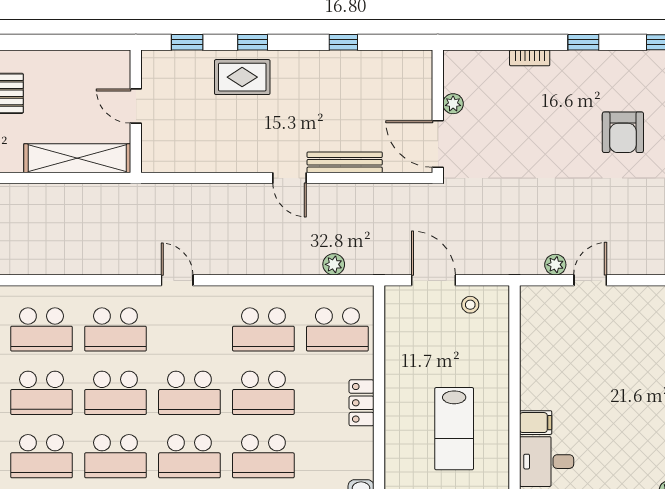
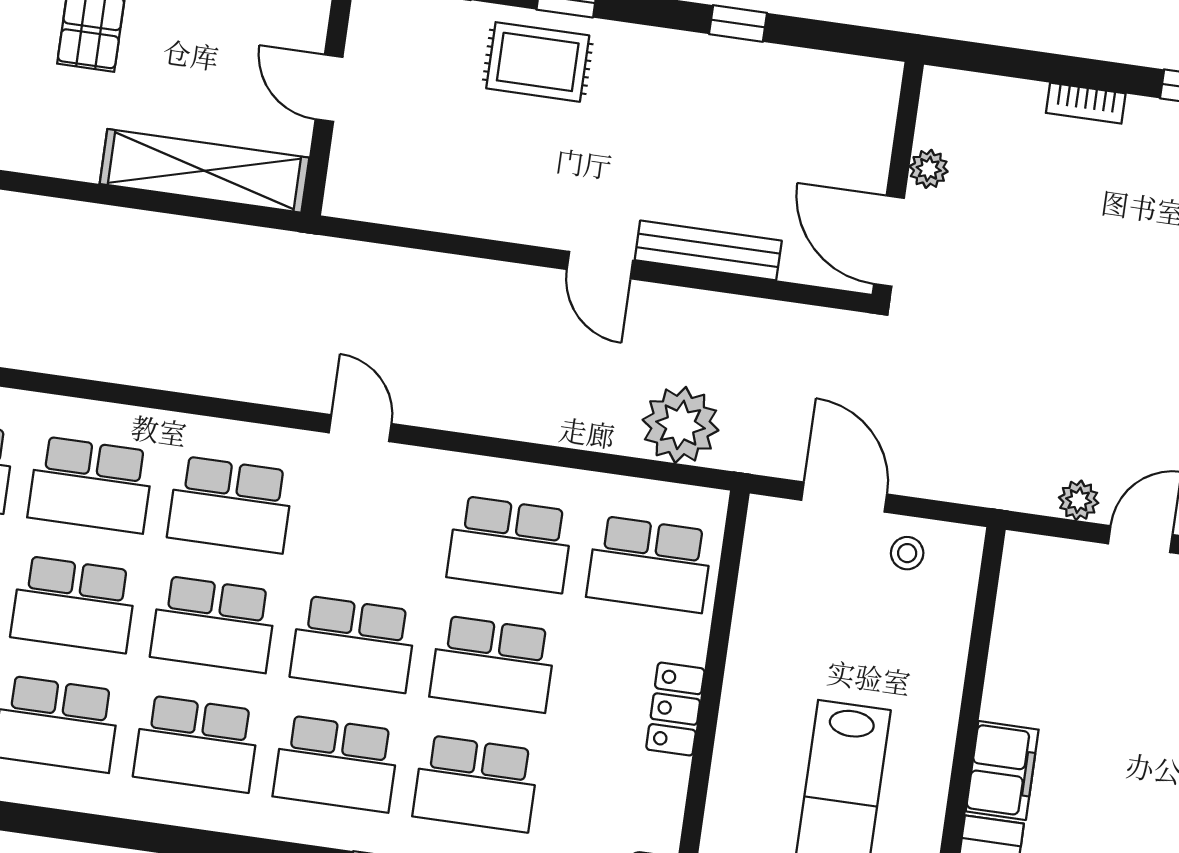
plant: (334, 264) -> (680, 425), width x1.87, depth x1.87
filing cabinet: (536, 423) -> (1002, 771), width x2.00

